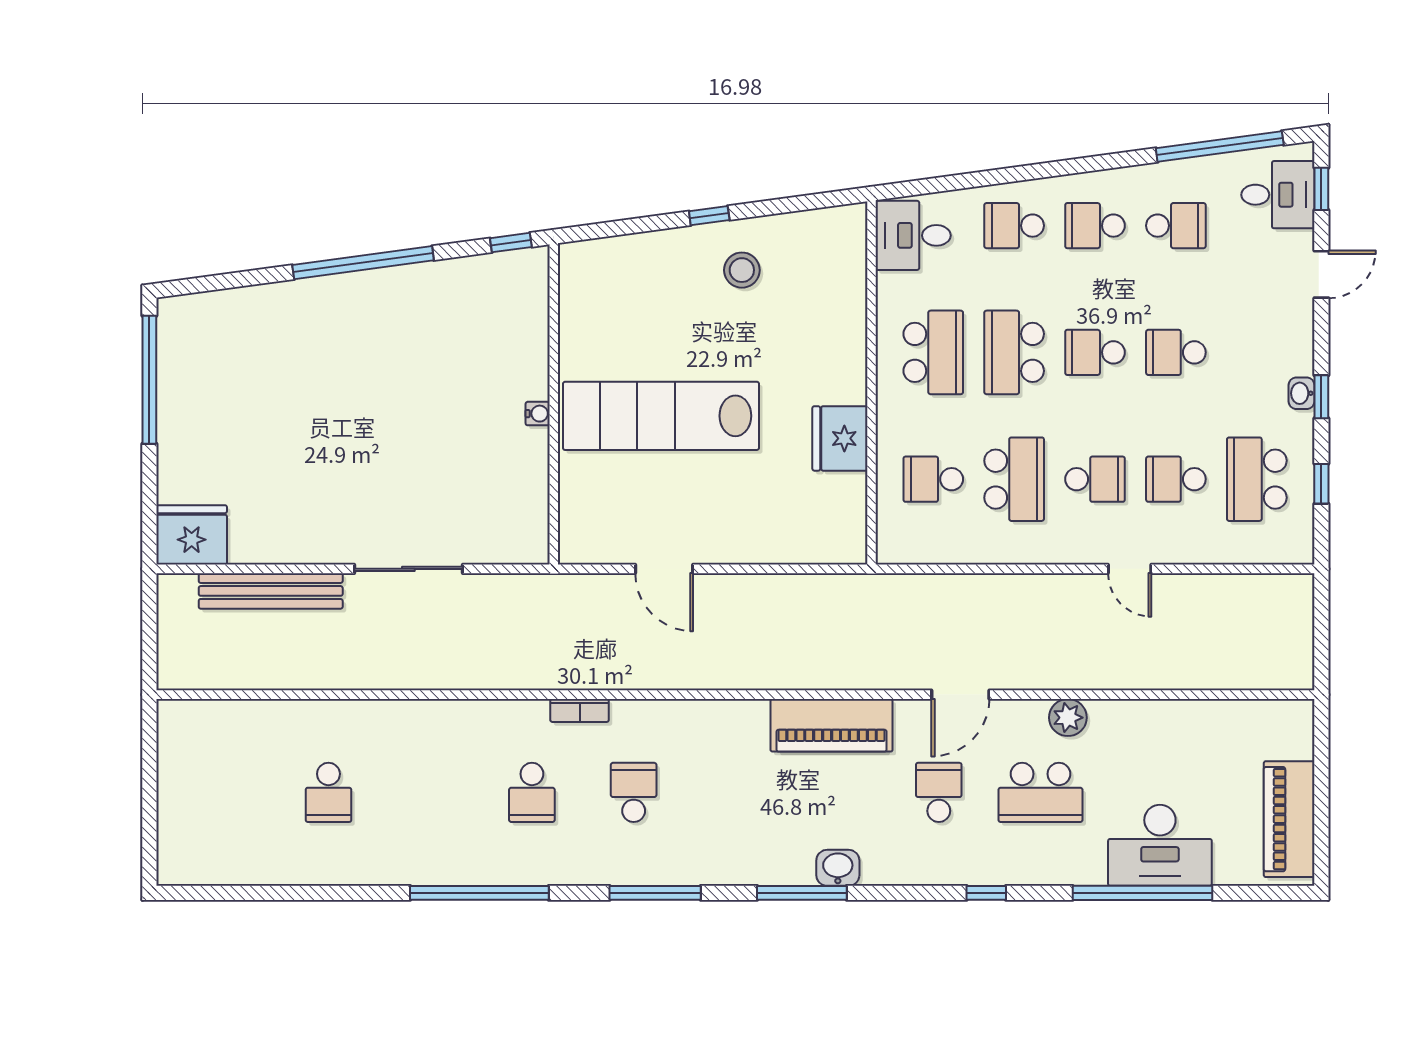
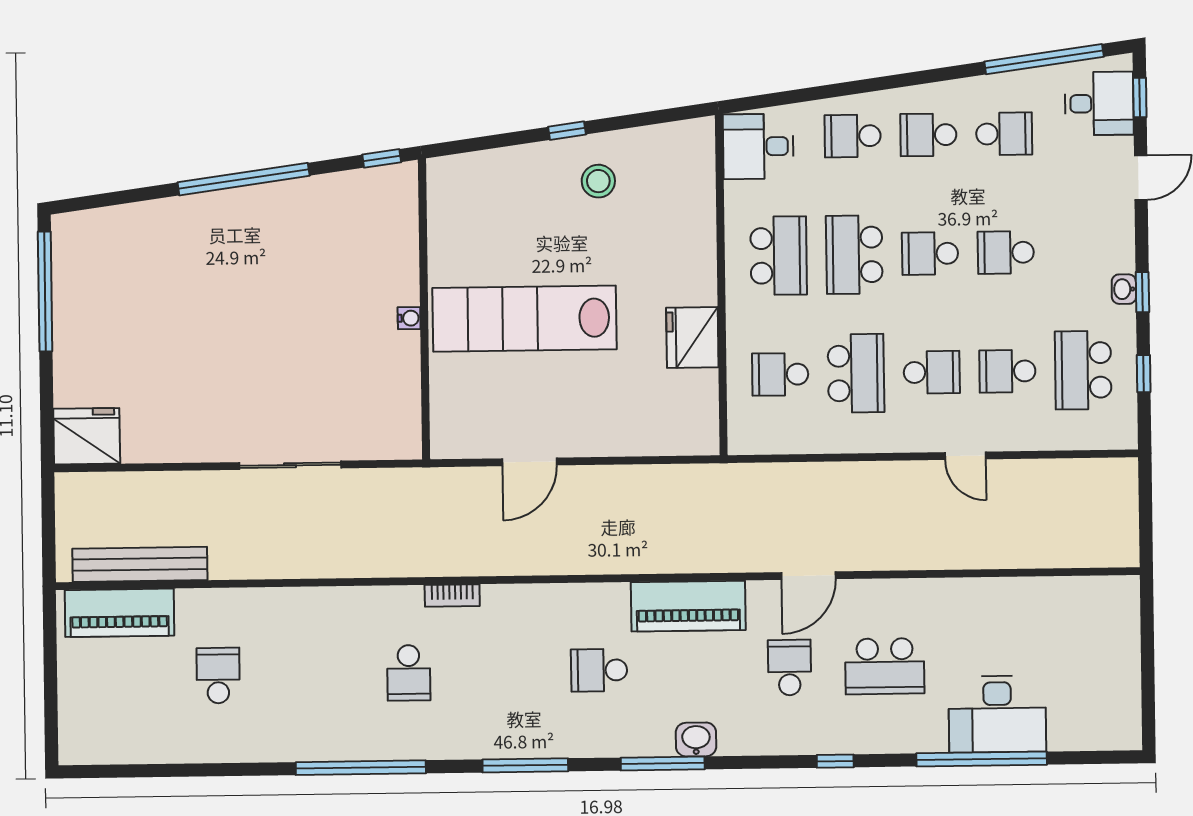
door: (664, 569) -> (529, 462), hinge flipped
bench: (271, 591) -> (140, 564), moved
plant: (1068, 718) -> (909, 596), removed
school desk: (328, 792) -> (218, 675), turned 180
school desk: (634, 792) -> (599, 670), moved, turned -90
piano: (1289, 819) -> (119, 613), moved, turned -90

